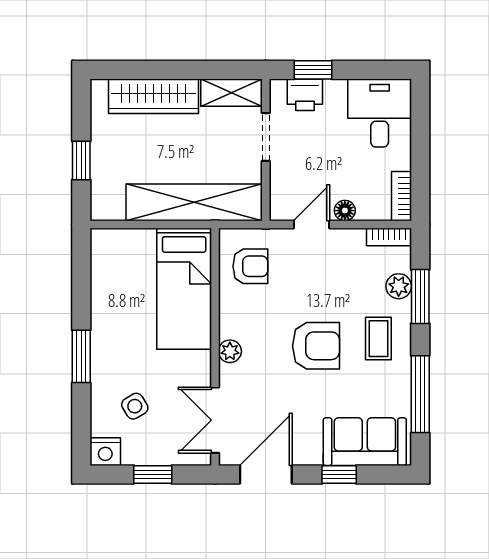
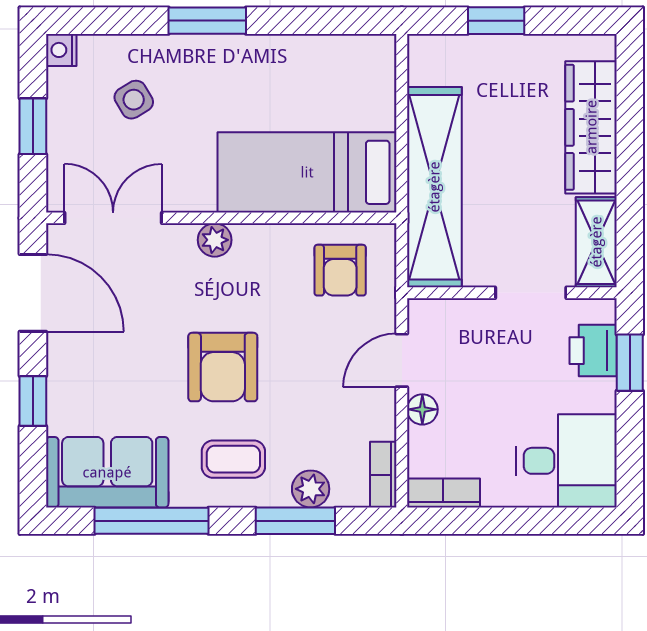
door: (311, 224) -> (402, 360), swing flipped
sofa: (365, 442) -> (107, 472), moved, turned -90
nightstand: (105, 452) -> (61, 50), width x0.72, depth x0.74

